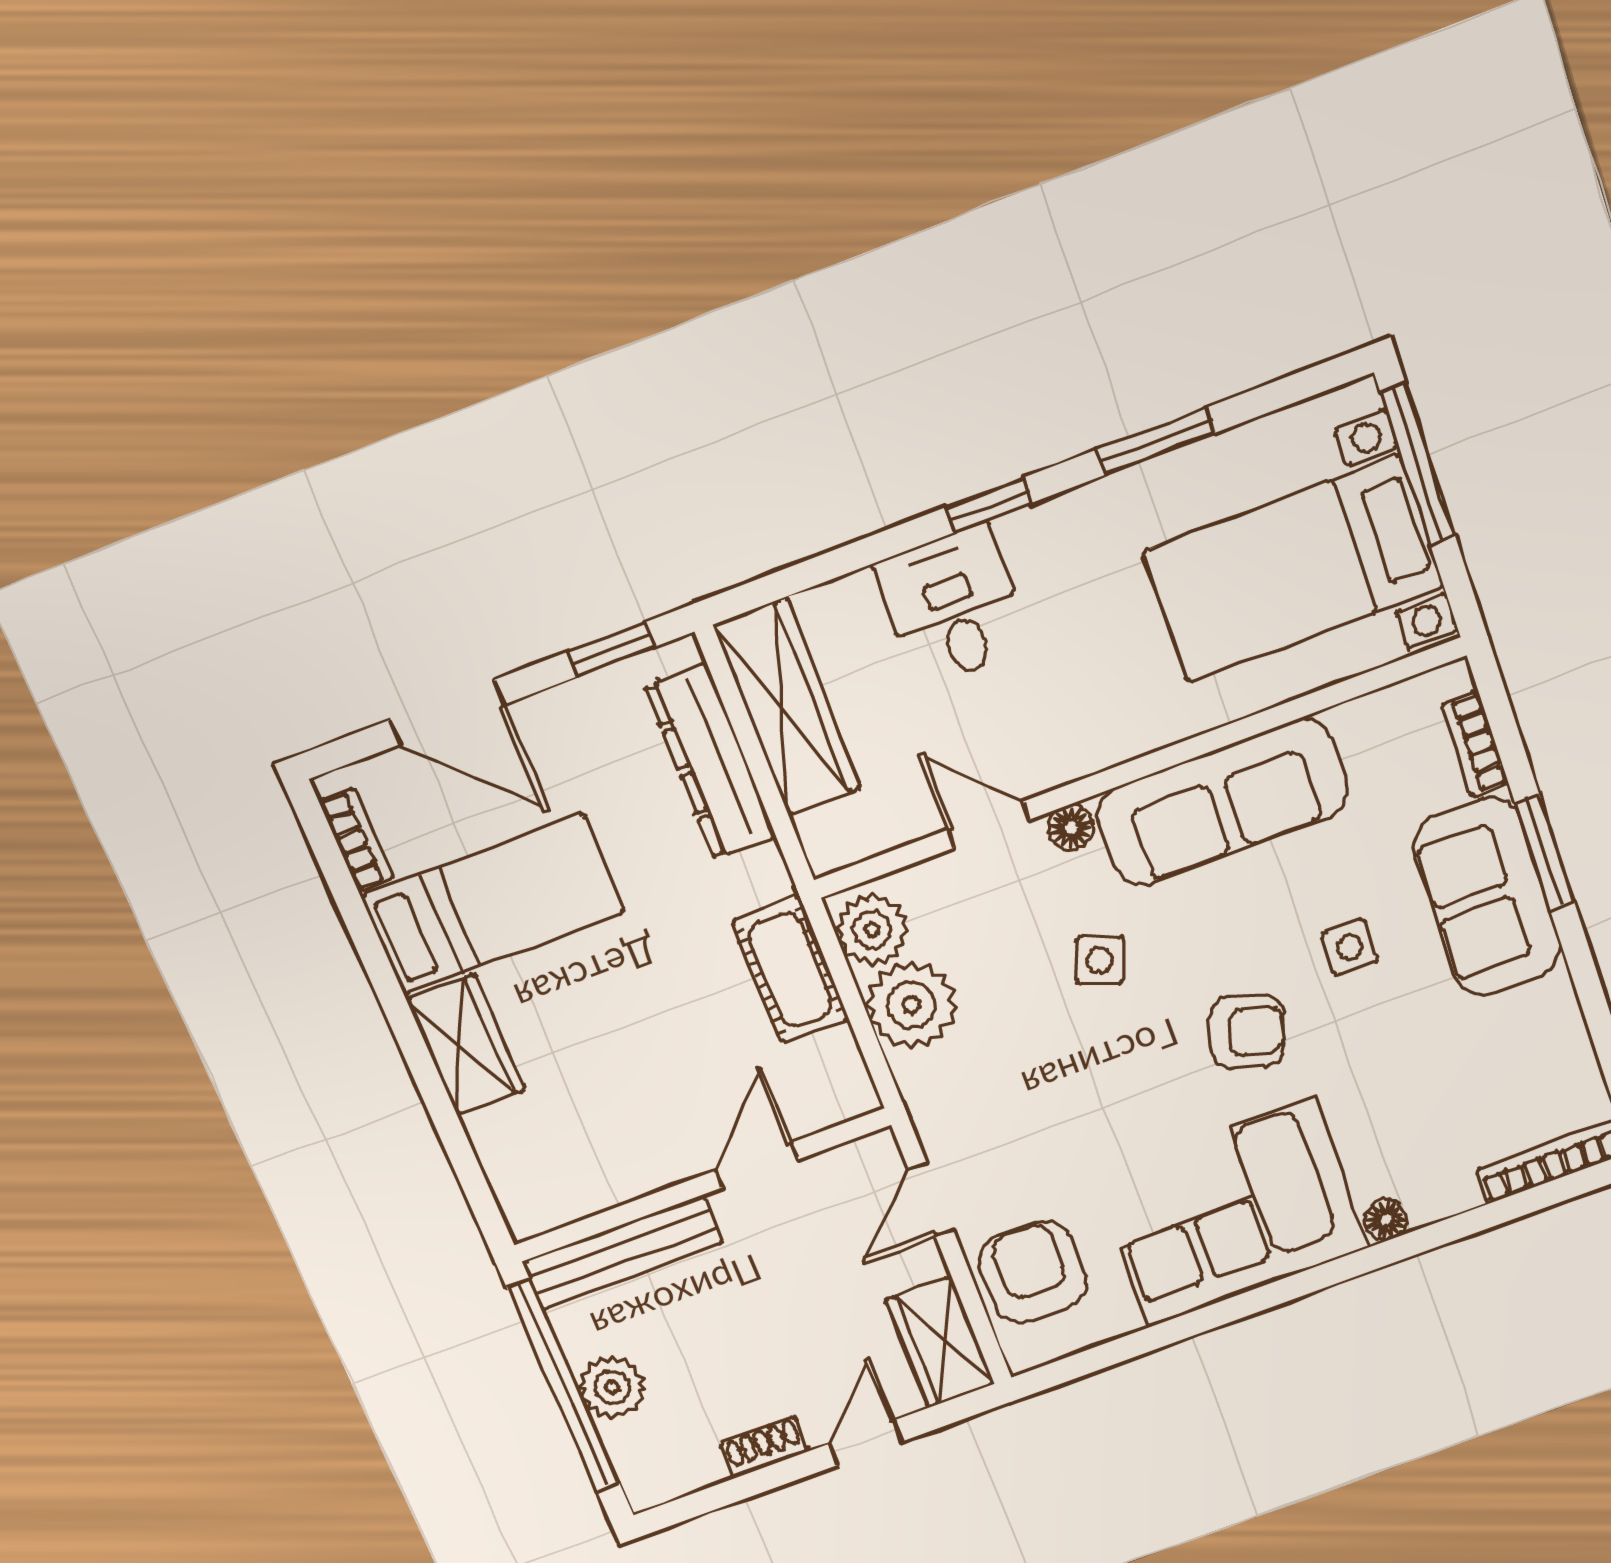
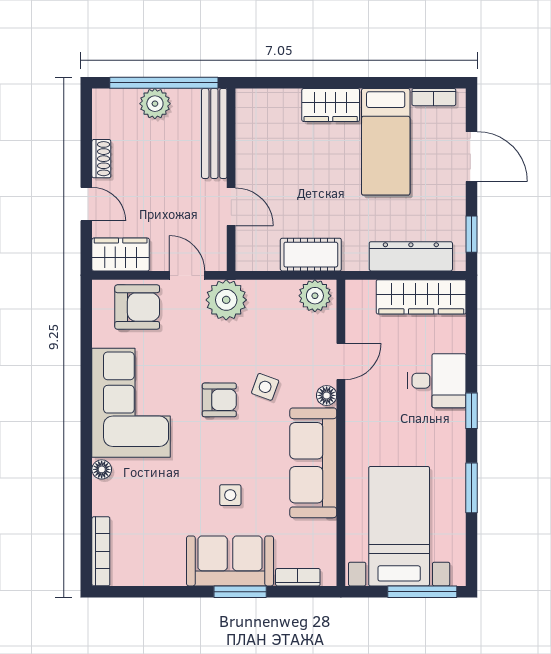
door: (447, 712) -> (472, 157), swing flipped
plant: (911, 1005) -> (226, 300), moved
armchair: (1247, 1032) -> (219, 400), moved, turned -107

